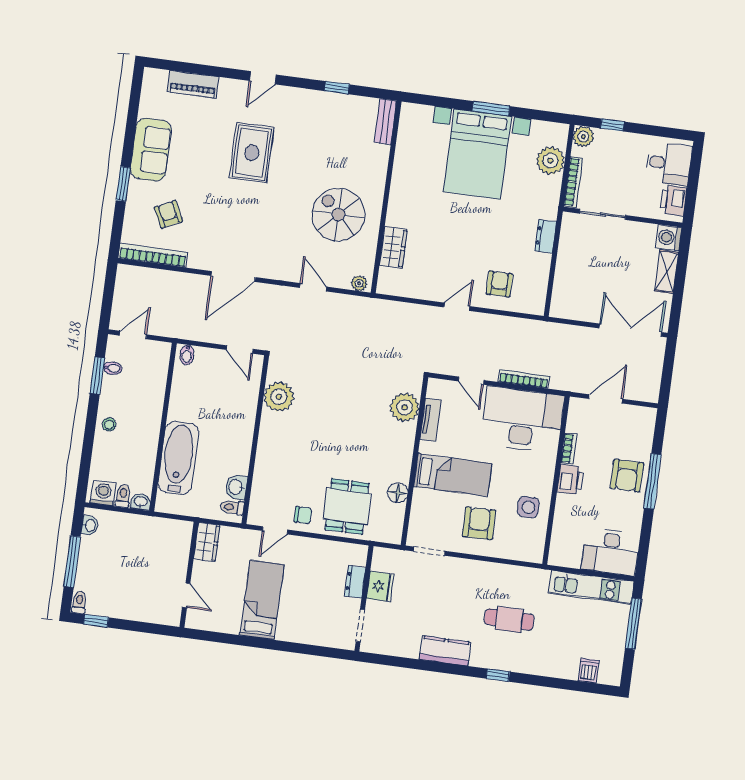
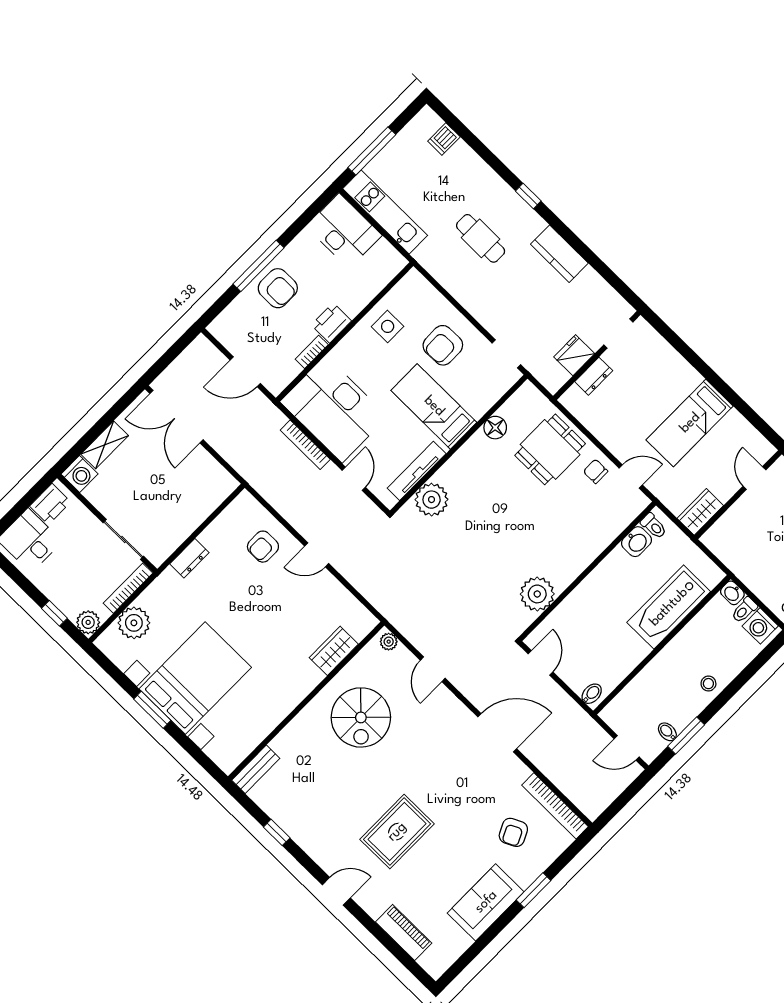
tv unit: (431, 420) -> (417, 471), width x1.41
armchair: (627, 476) -> (278, 288), turned 90

